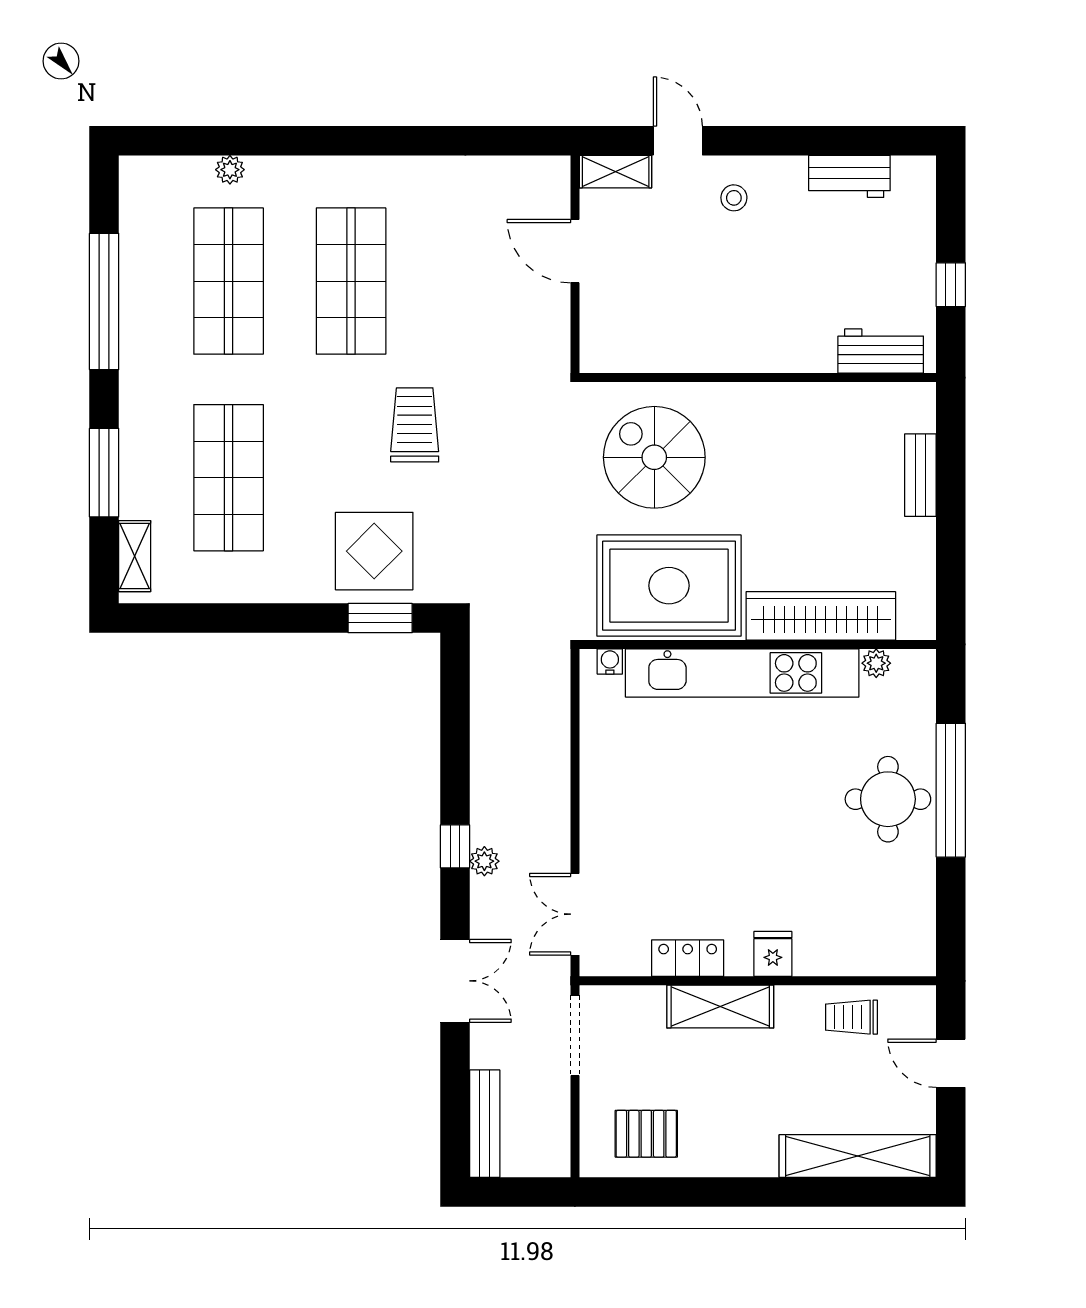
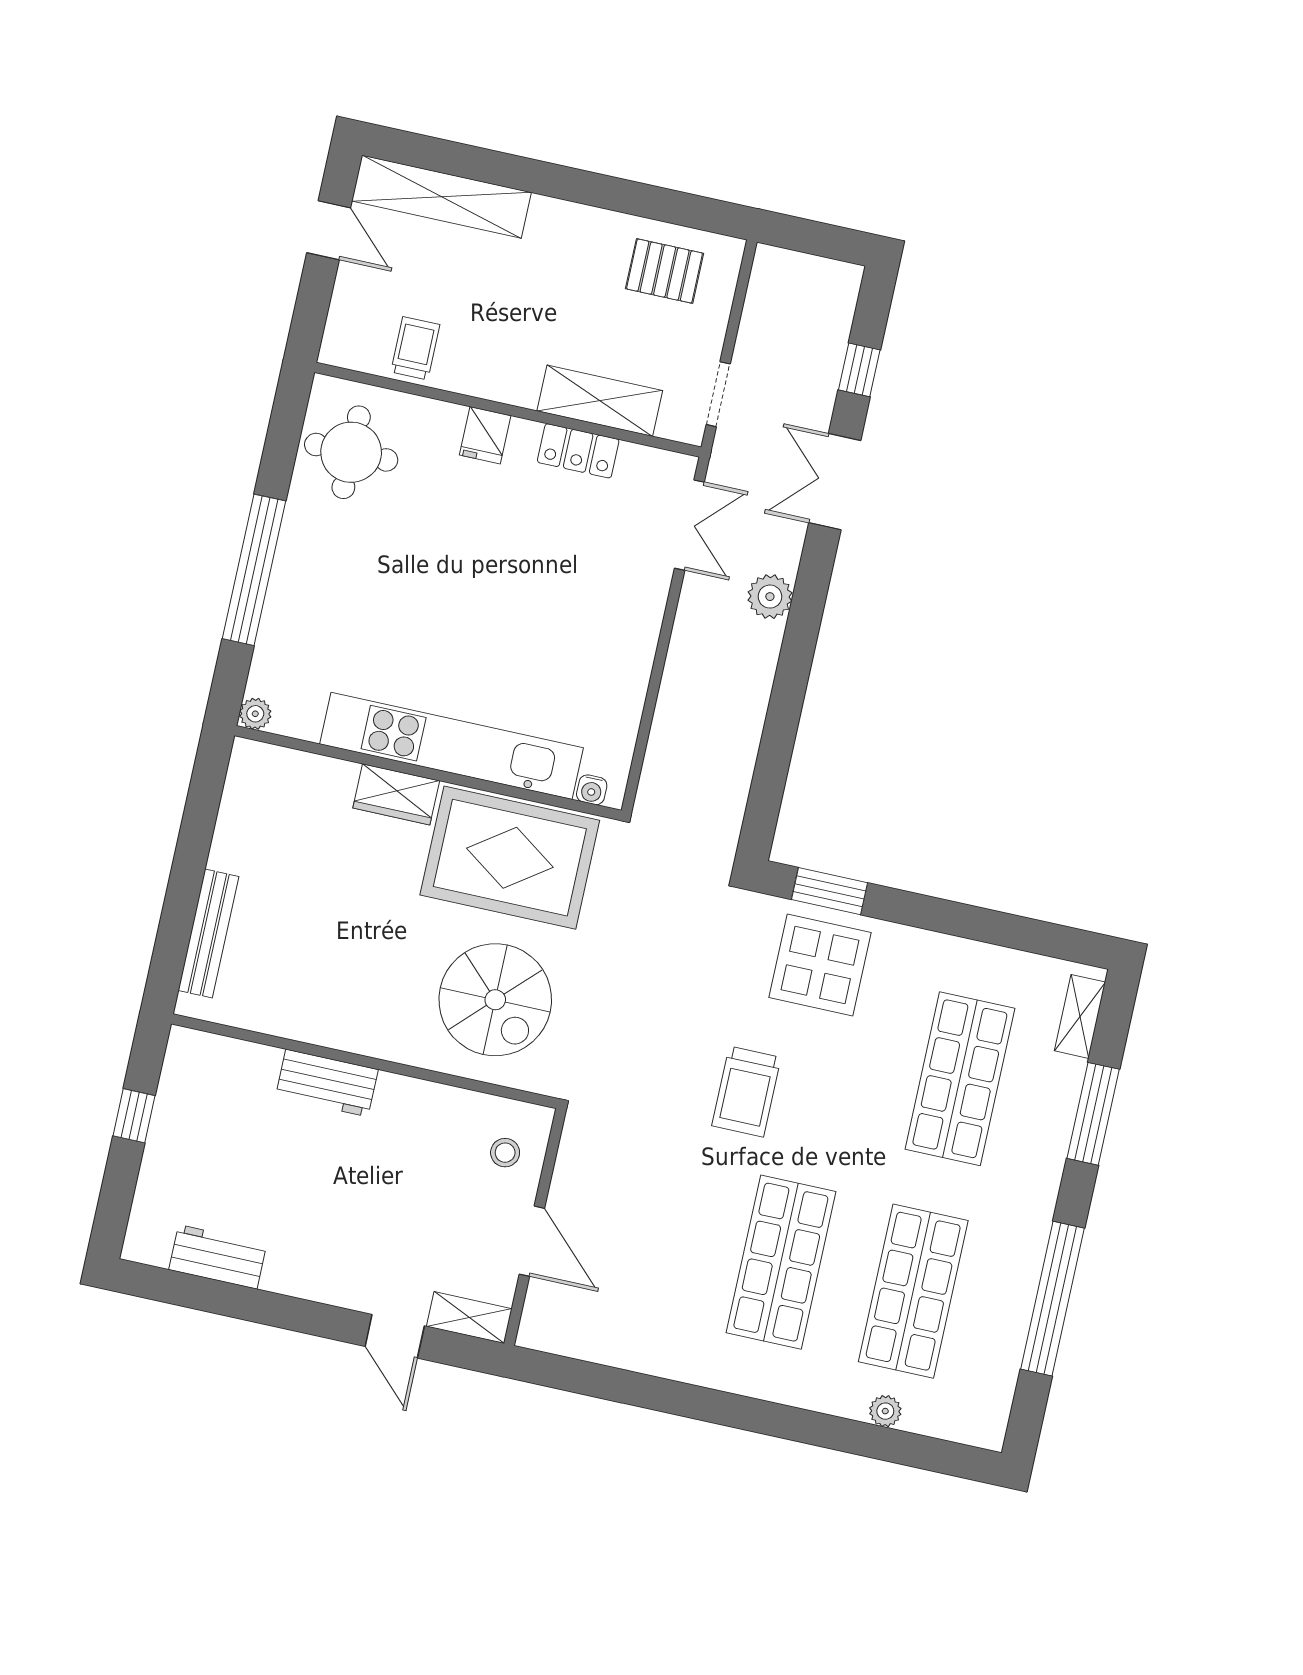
stool: (734, 198) -> (505, 1153), moved
workbench: (881, 351) -> (327, 1083), moved
bench: (920, 475) -> (208, 933), width x1.36
wardrobe: (821, 616) -> (396, 794), width x0.48, depth x0.85
plant: (876, 663) -> (255, 714), moved
round table: (888, 799) -> (351, 452), moved
window: (455, 846) -> (859, 370), moved
plant: (484, 861) -> (770, 597), width x1.38, depth x1.38
shelving: (720, 1007) -> (600, 401), moved
trolley: (851, 1017) -> (415, 348), turned -90
doorway: (575, 1035) -> (718, 394), width x0.73
door: (951, 1063) -> (329, 230), moved
bench: (485, 1124) -> (837, 320), removed

